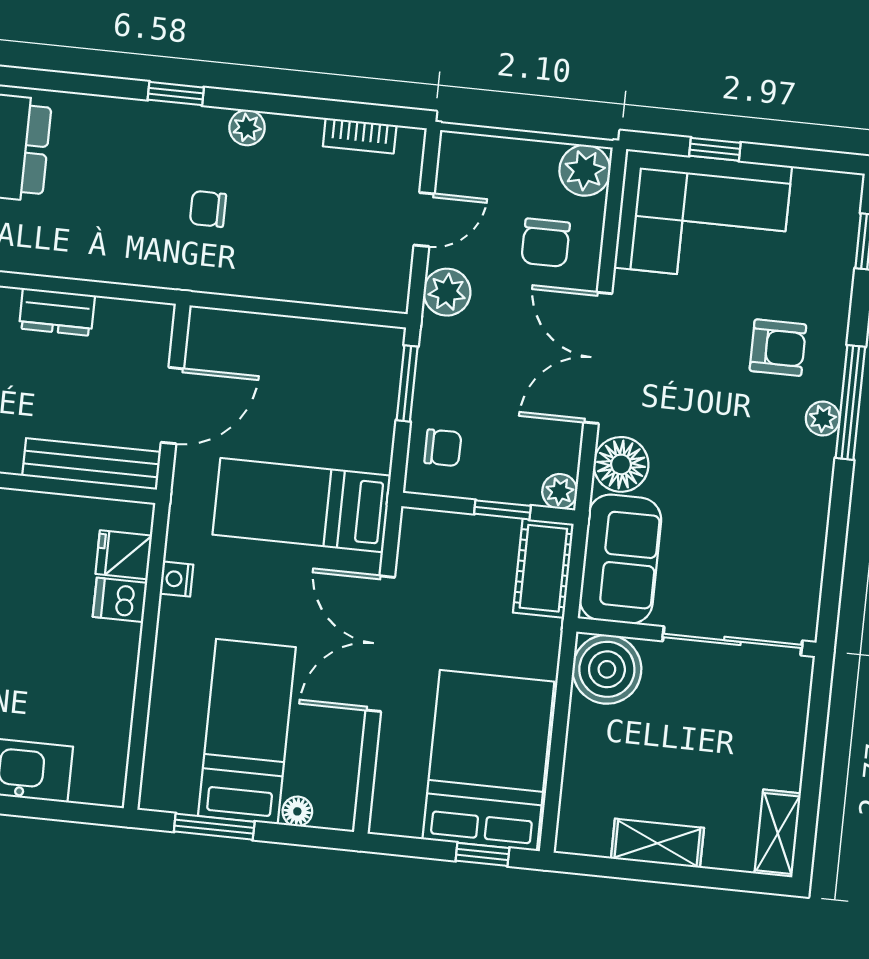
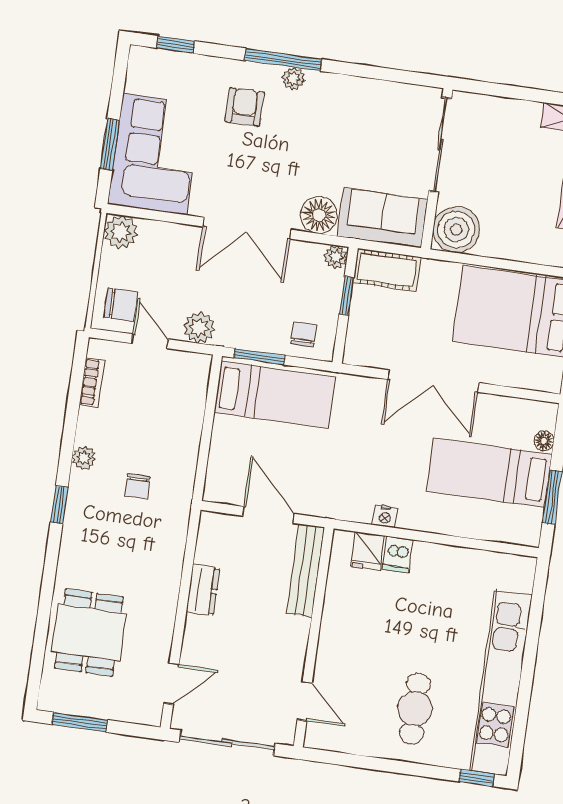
window: (715, 149) -> (110, 144), width x1.50
chair: (546, 243) -> (121, 305), moved
bed: (302, 505) -> (275, 395), moved, turned -90

